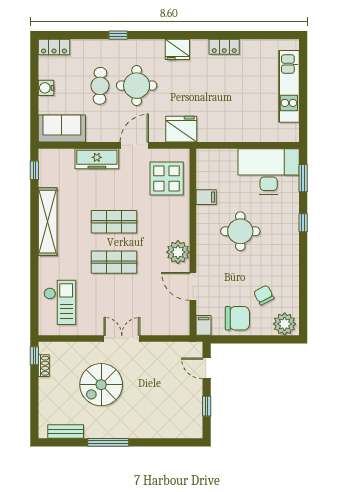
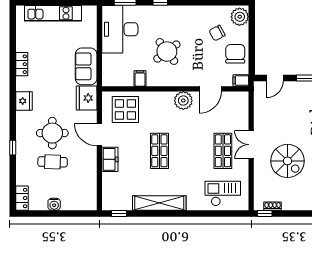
sofa: (62, 129) -> (86, 66), moved
freezer: (97, 159) -> (110, 159), width x0.71
round table: (240, 231) -> (167, 52), turned -37
shop shelf: (114, 262) -> (223, 151), moved

